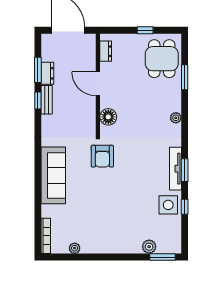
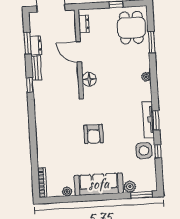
window: (38, 100) -> (30, 85), moved
armchair: (102, 156) -> (94, 134), moved
sofa: (53, 175) -> (99, 184), moved, turned -90

